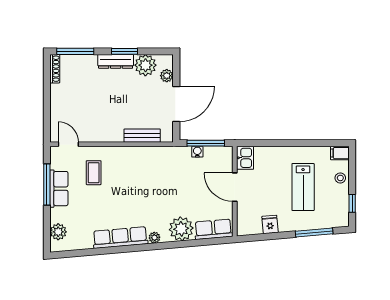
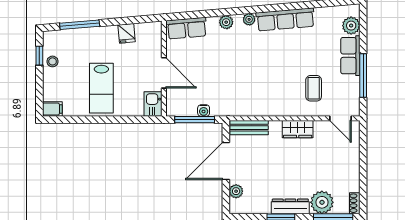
plant: (145, 65) -> (322, 202), moved
shoe rack: (55, 69) -> (355, 203), width x0.70
wardrobe: (109, 134) -> (298, 129), added
bench: (142, 136) -> (249, 128), moved
stool: (340, 178) -> (53, 61), moved
lab bench: (303, 187) -> (101, 88), moved, turned 180
row of seats: (59, 189) -> (350, 56), moved
plant: (181, 229) -> (226, 22), width x0.53, depth x0.53

